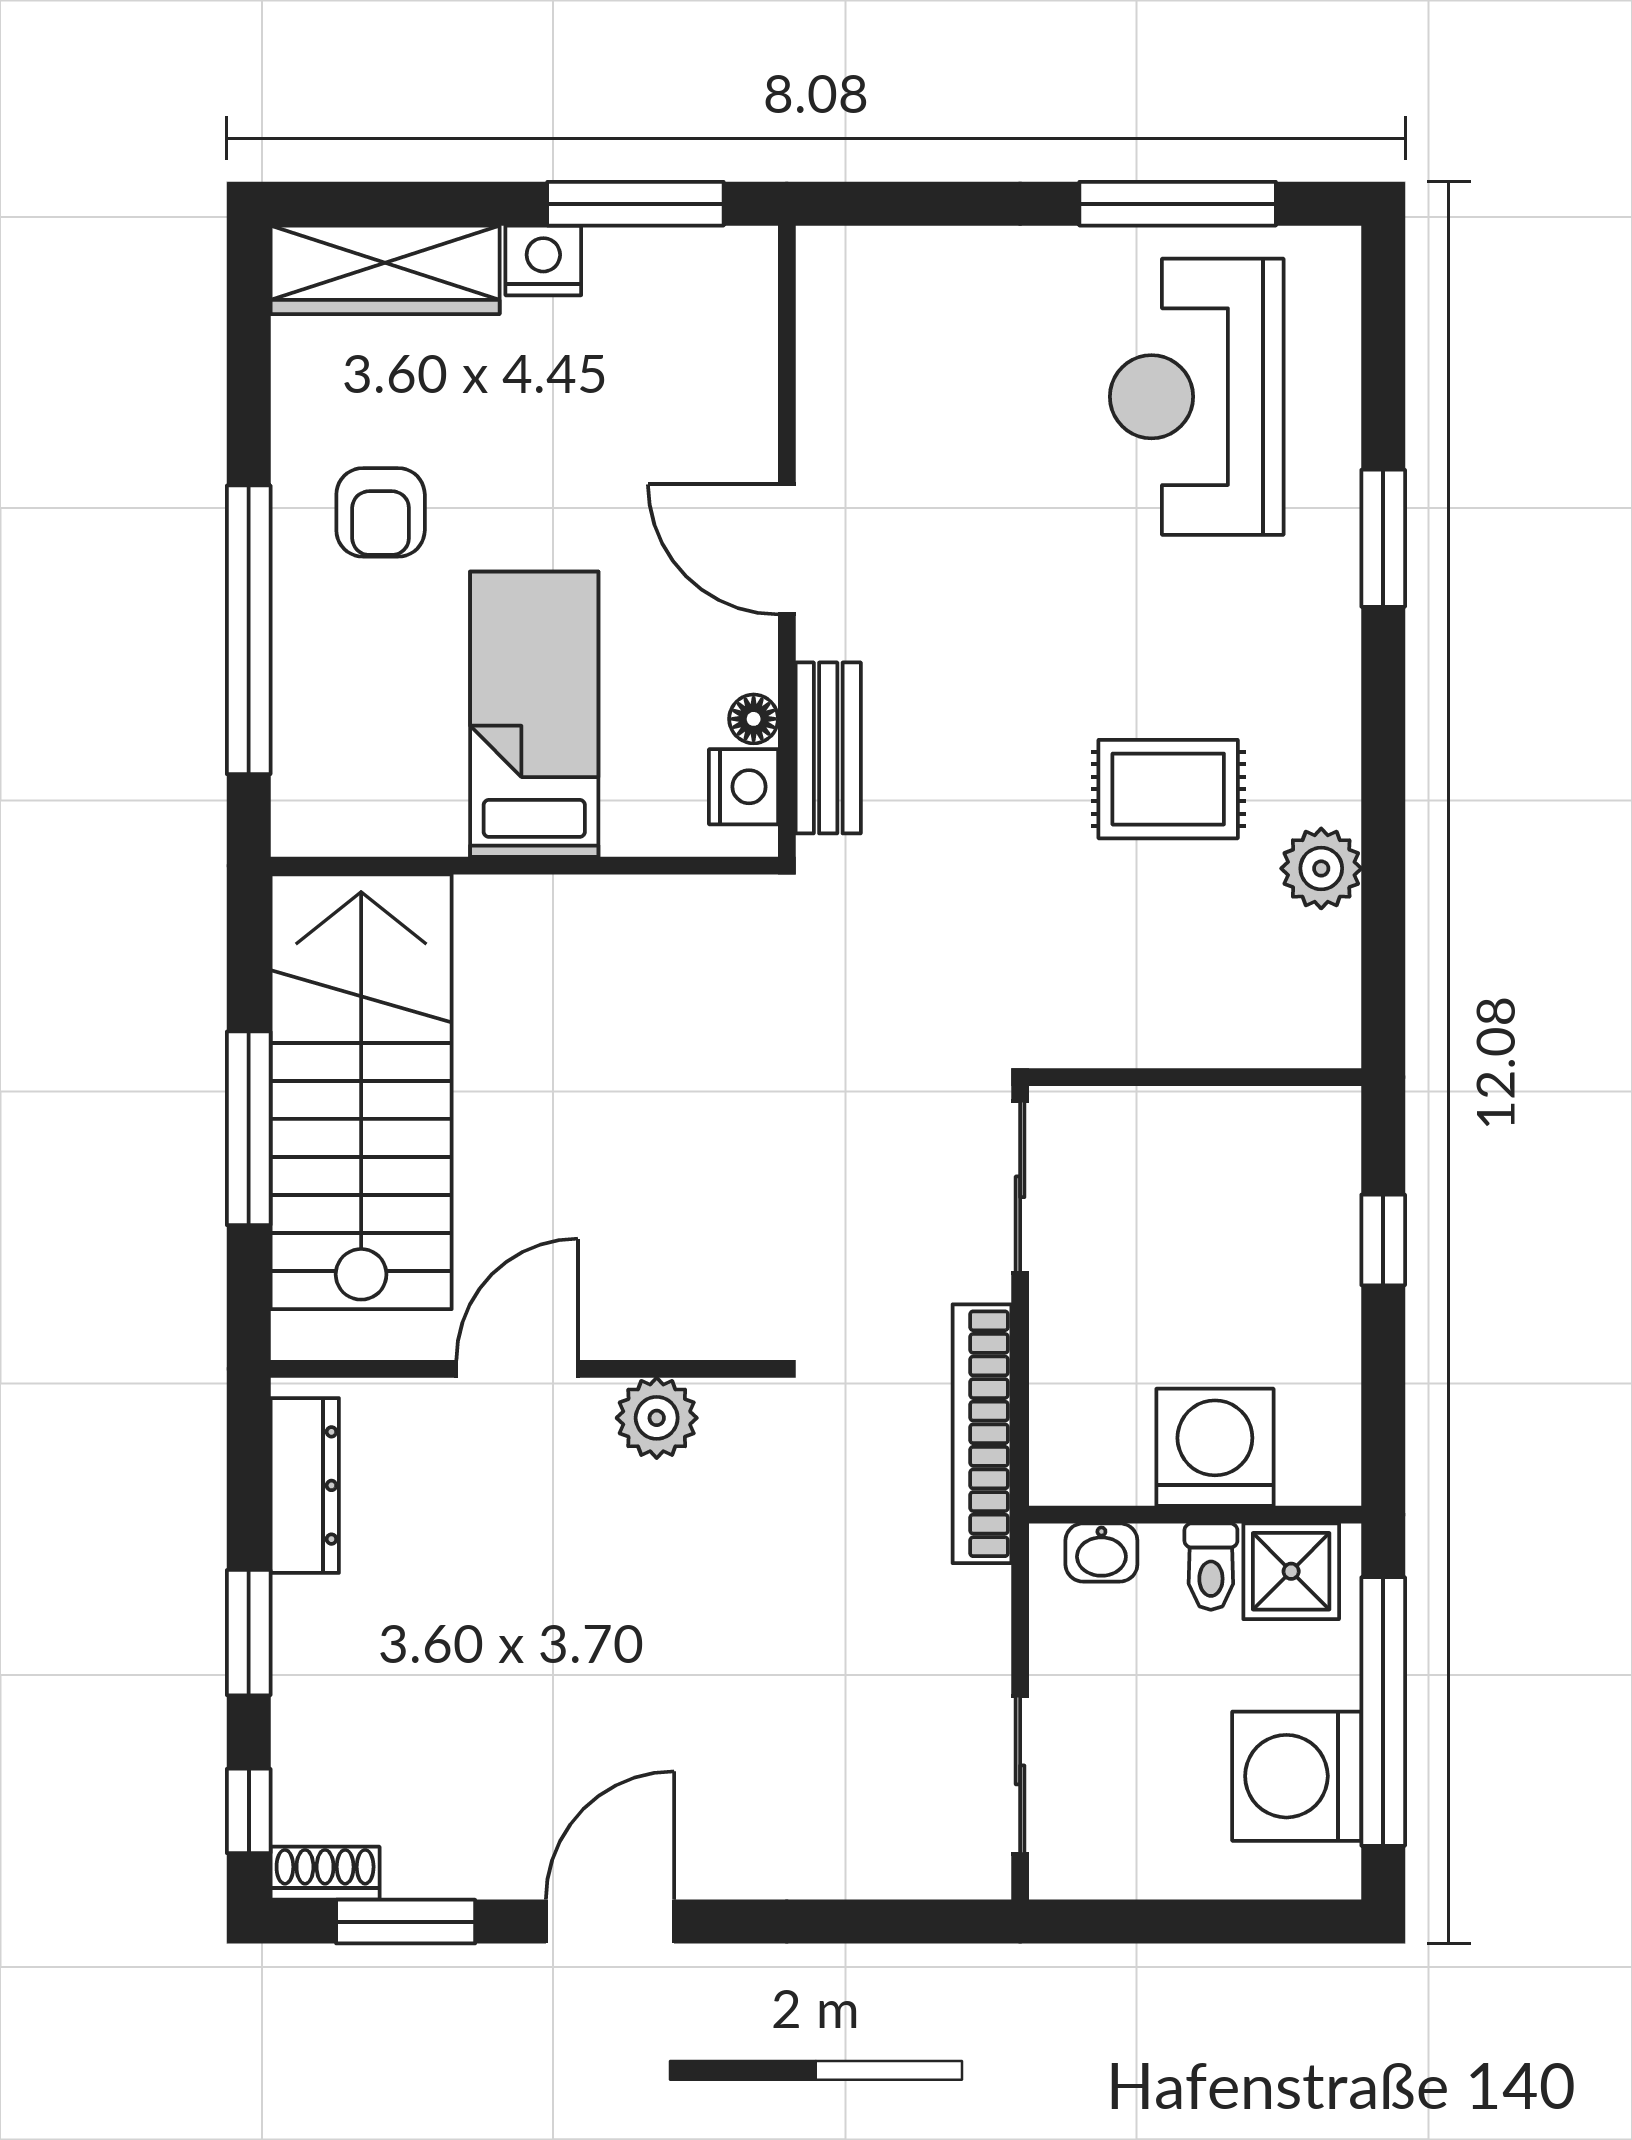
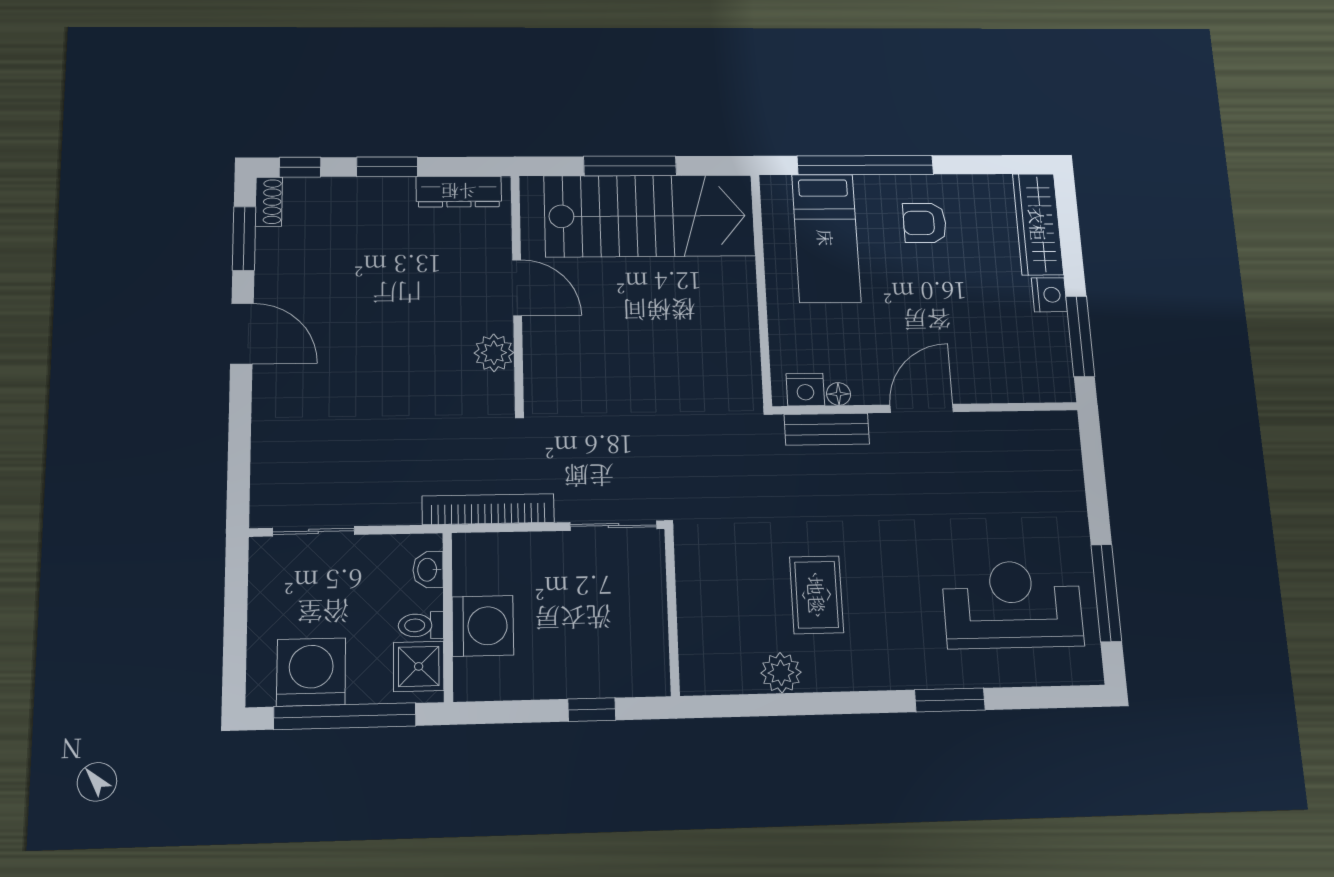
bed: (534, 714) -> (826, 238), moved, turned 90

